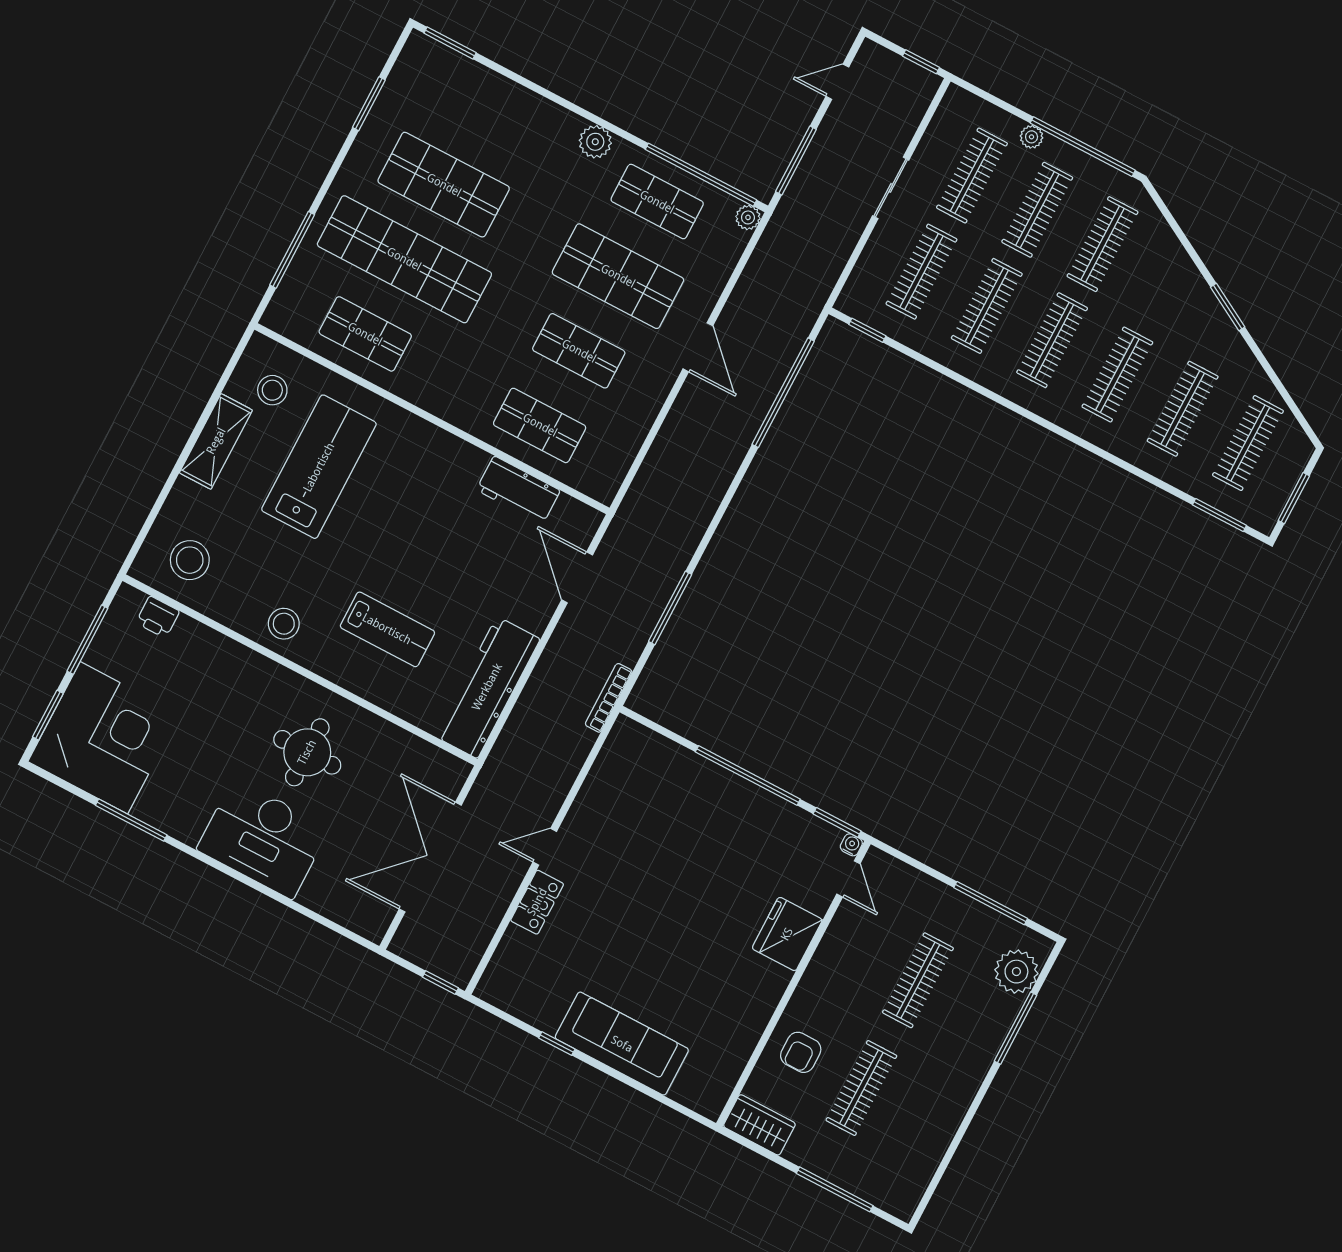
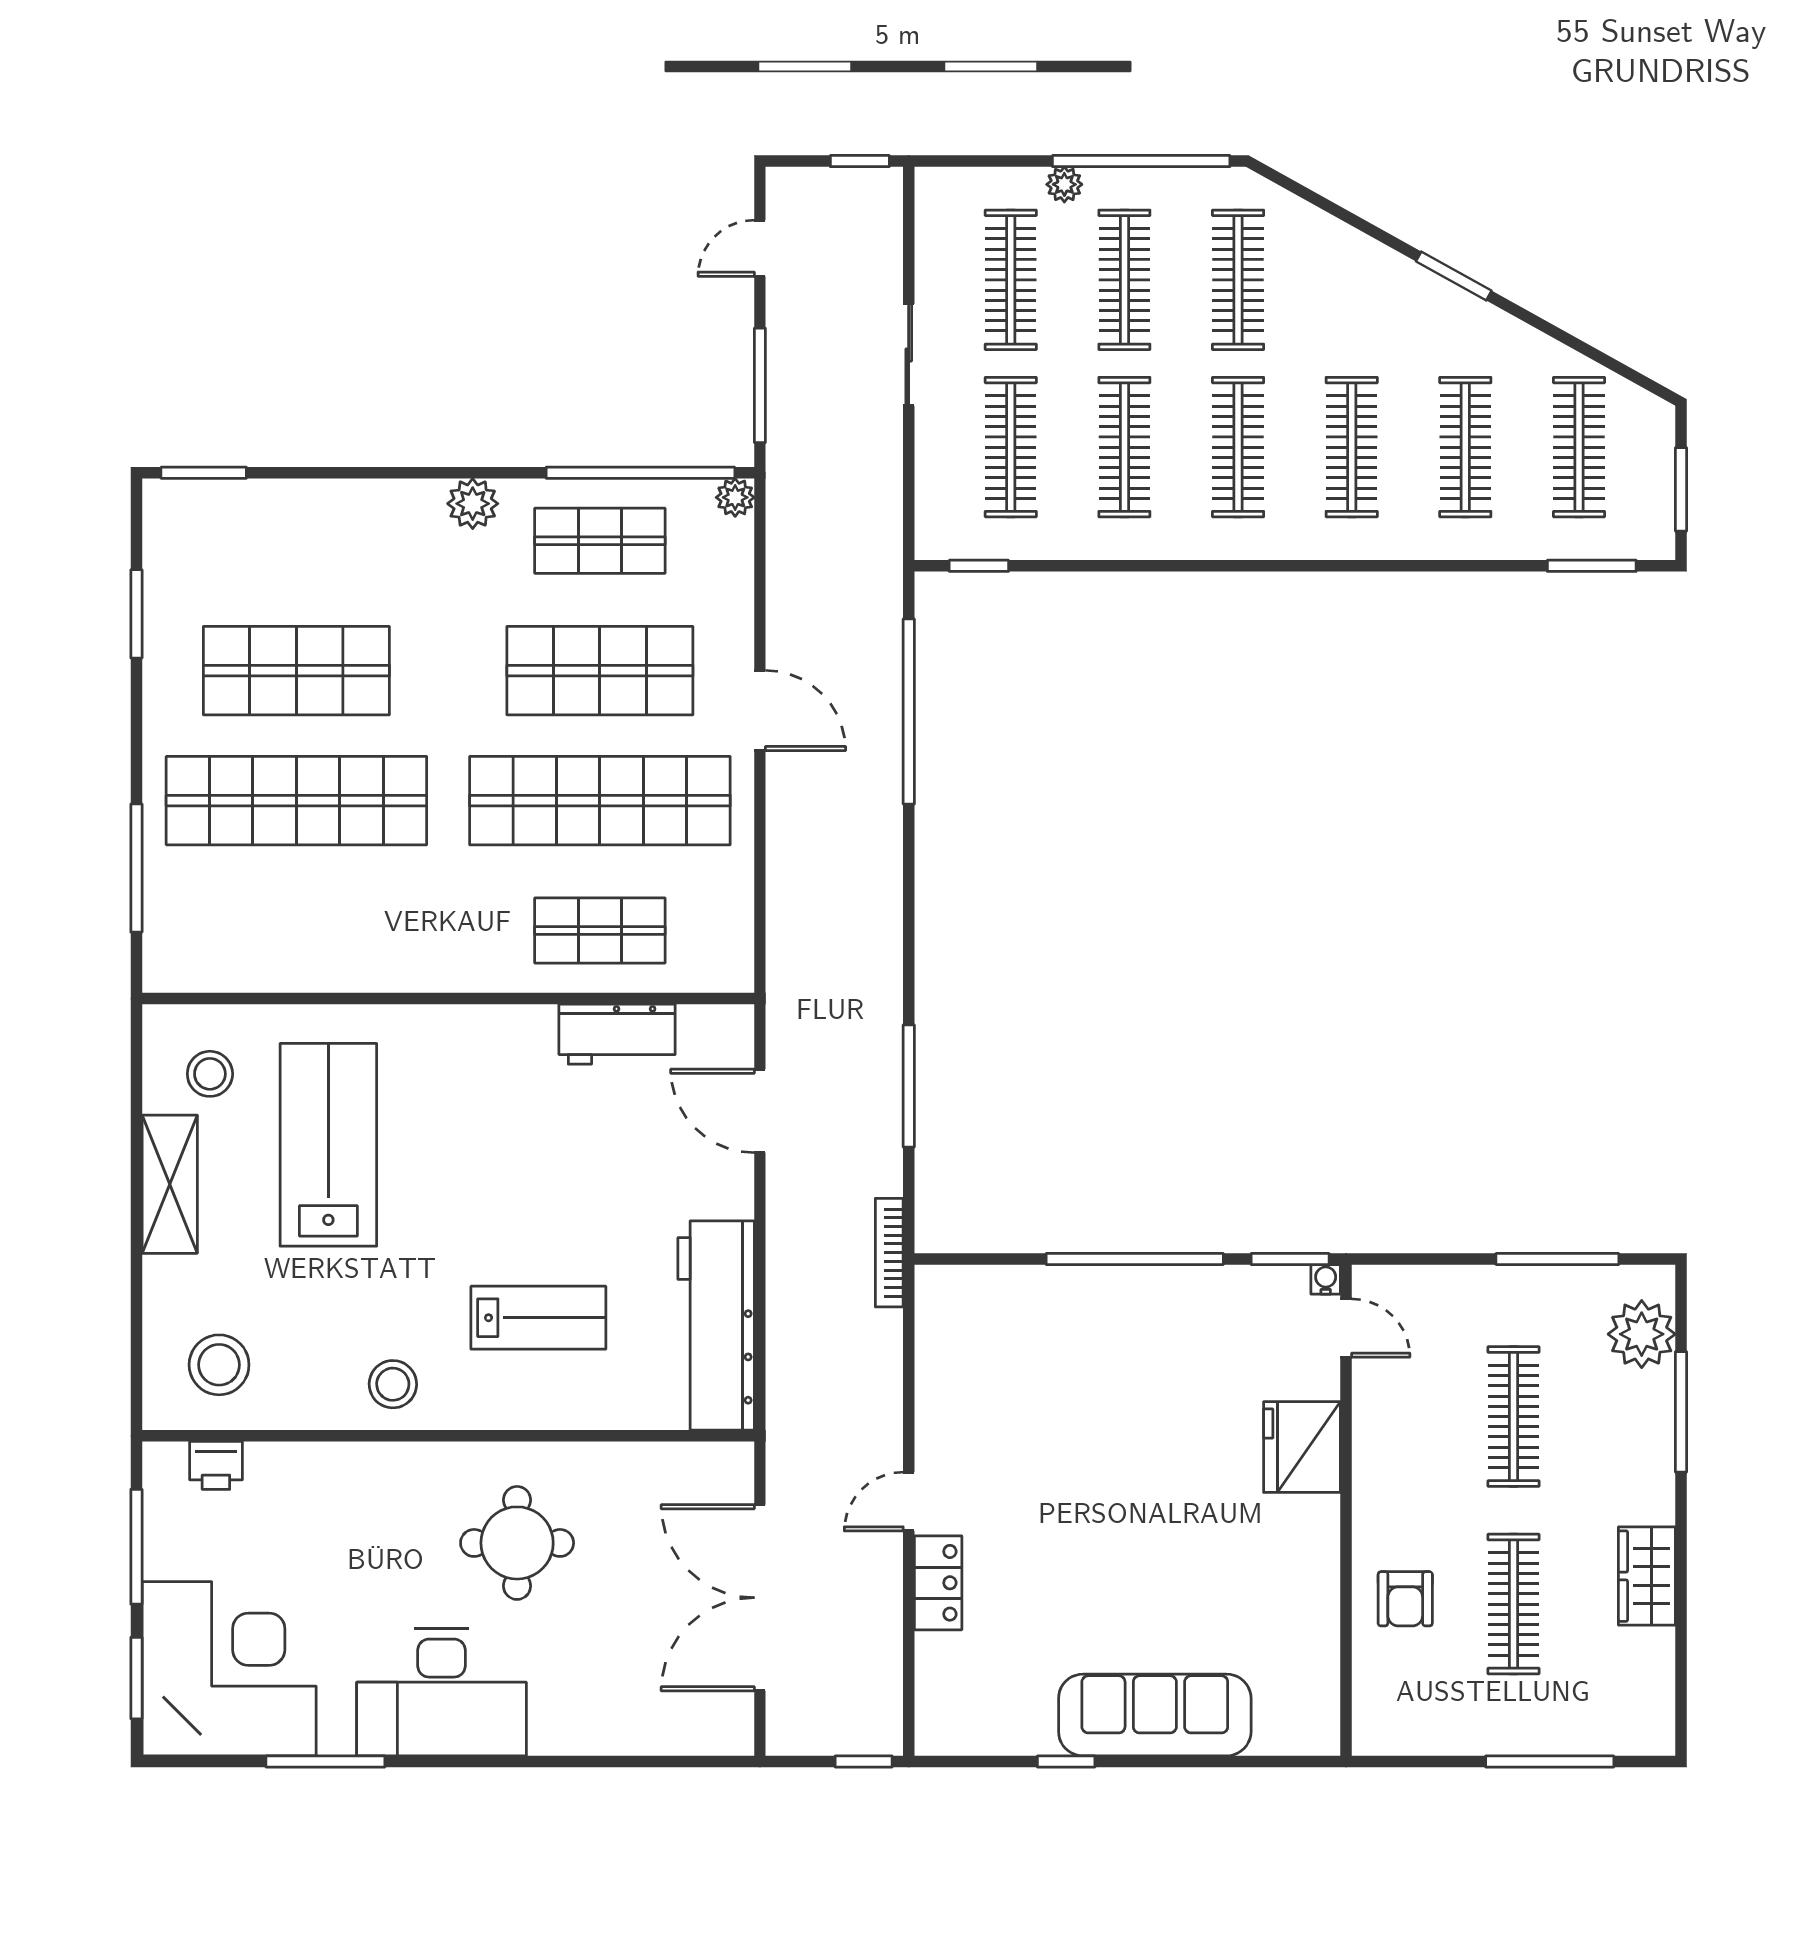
shop shelf: (365, 334) -> (296, 931), removed
shop shelf: (579, 351) -> (600, 801), width x2.00, depth x1.36
desk: (263, 839) -> (442, 1692), moved
wardrobe: (759, 1125) -> (1647, 1576), moved, turned -90

